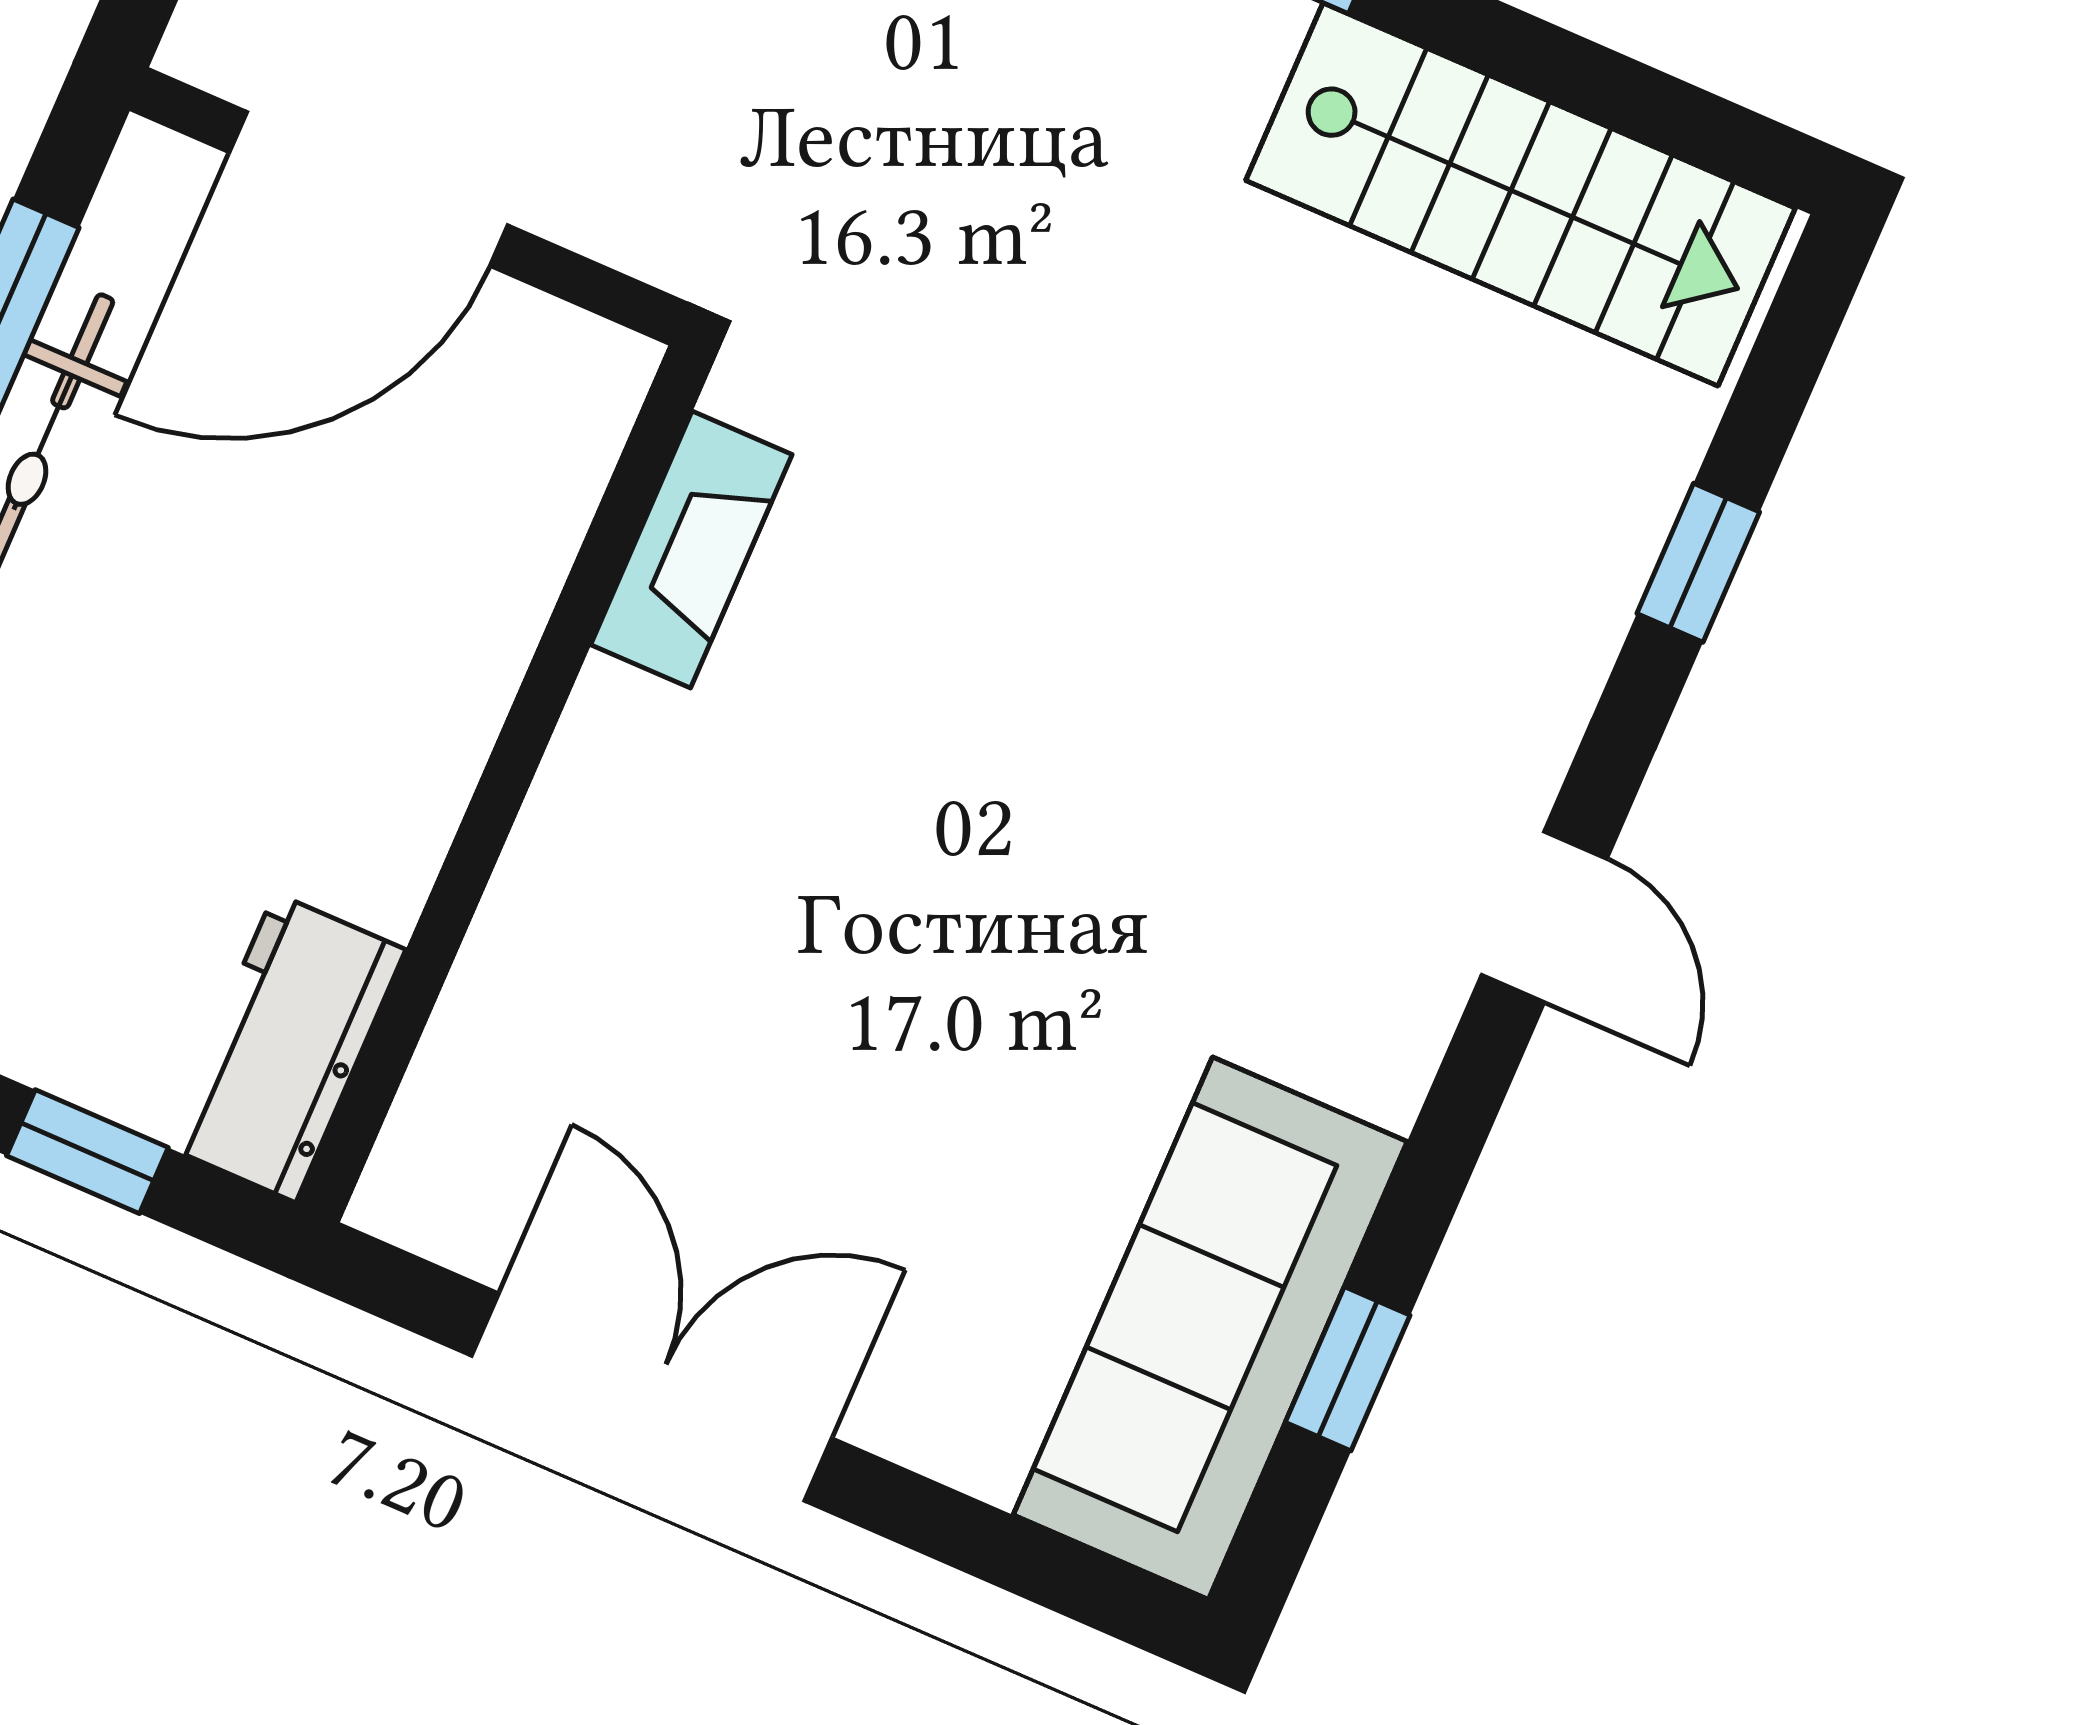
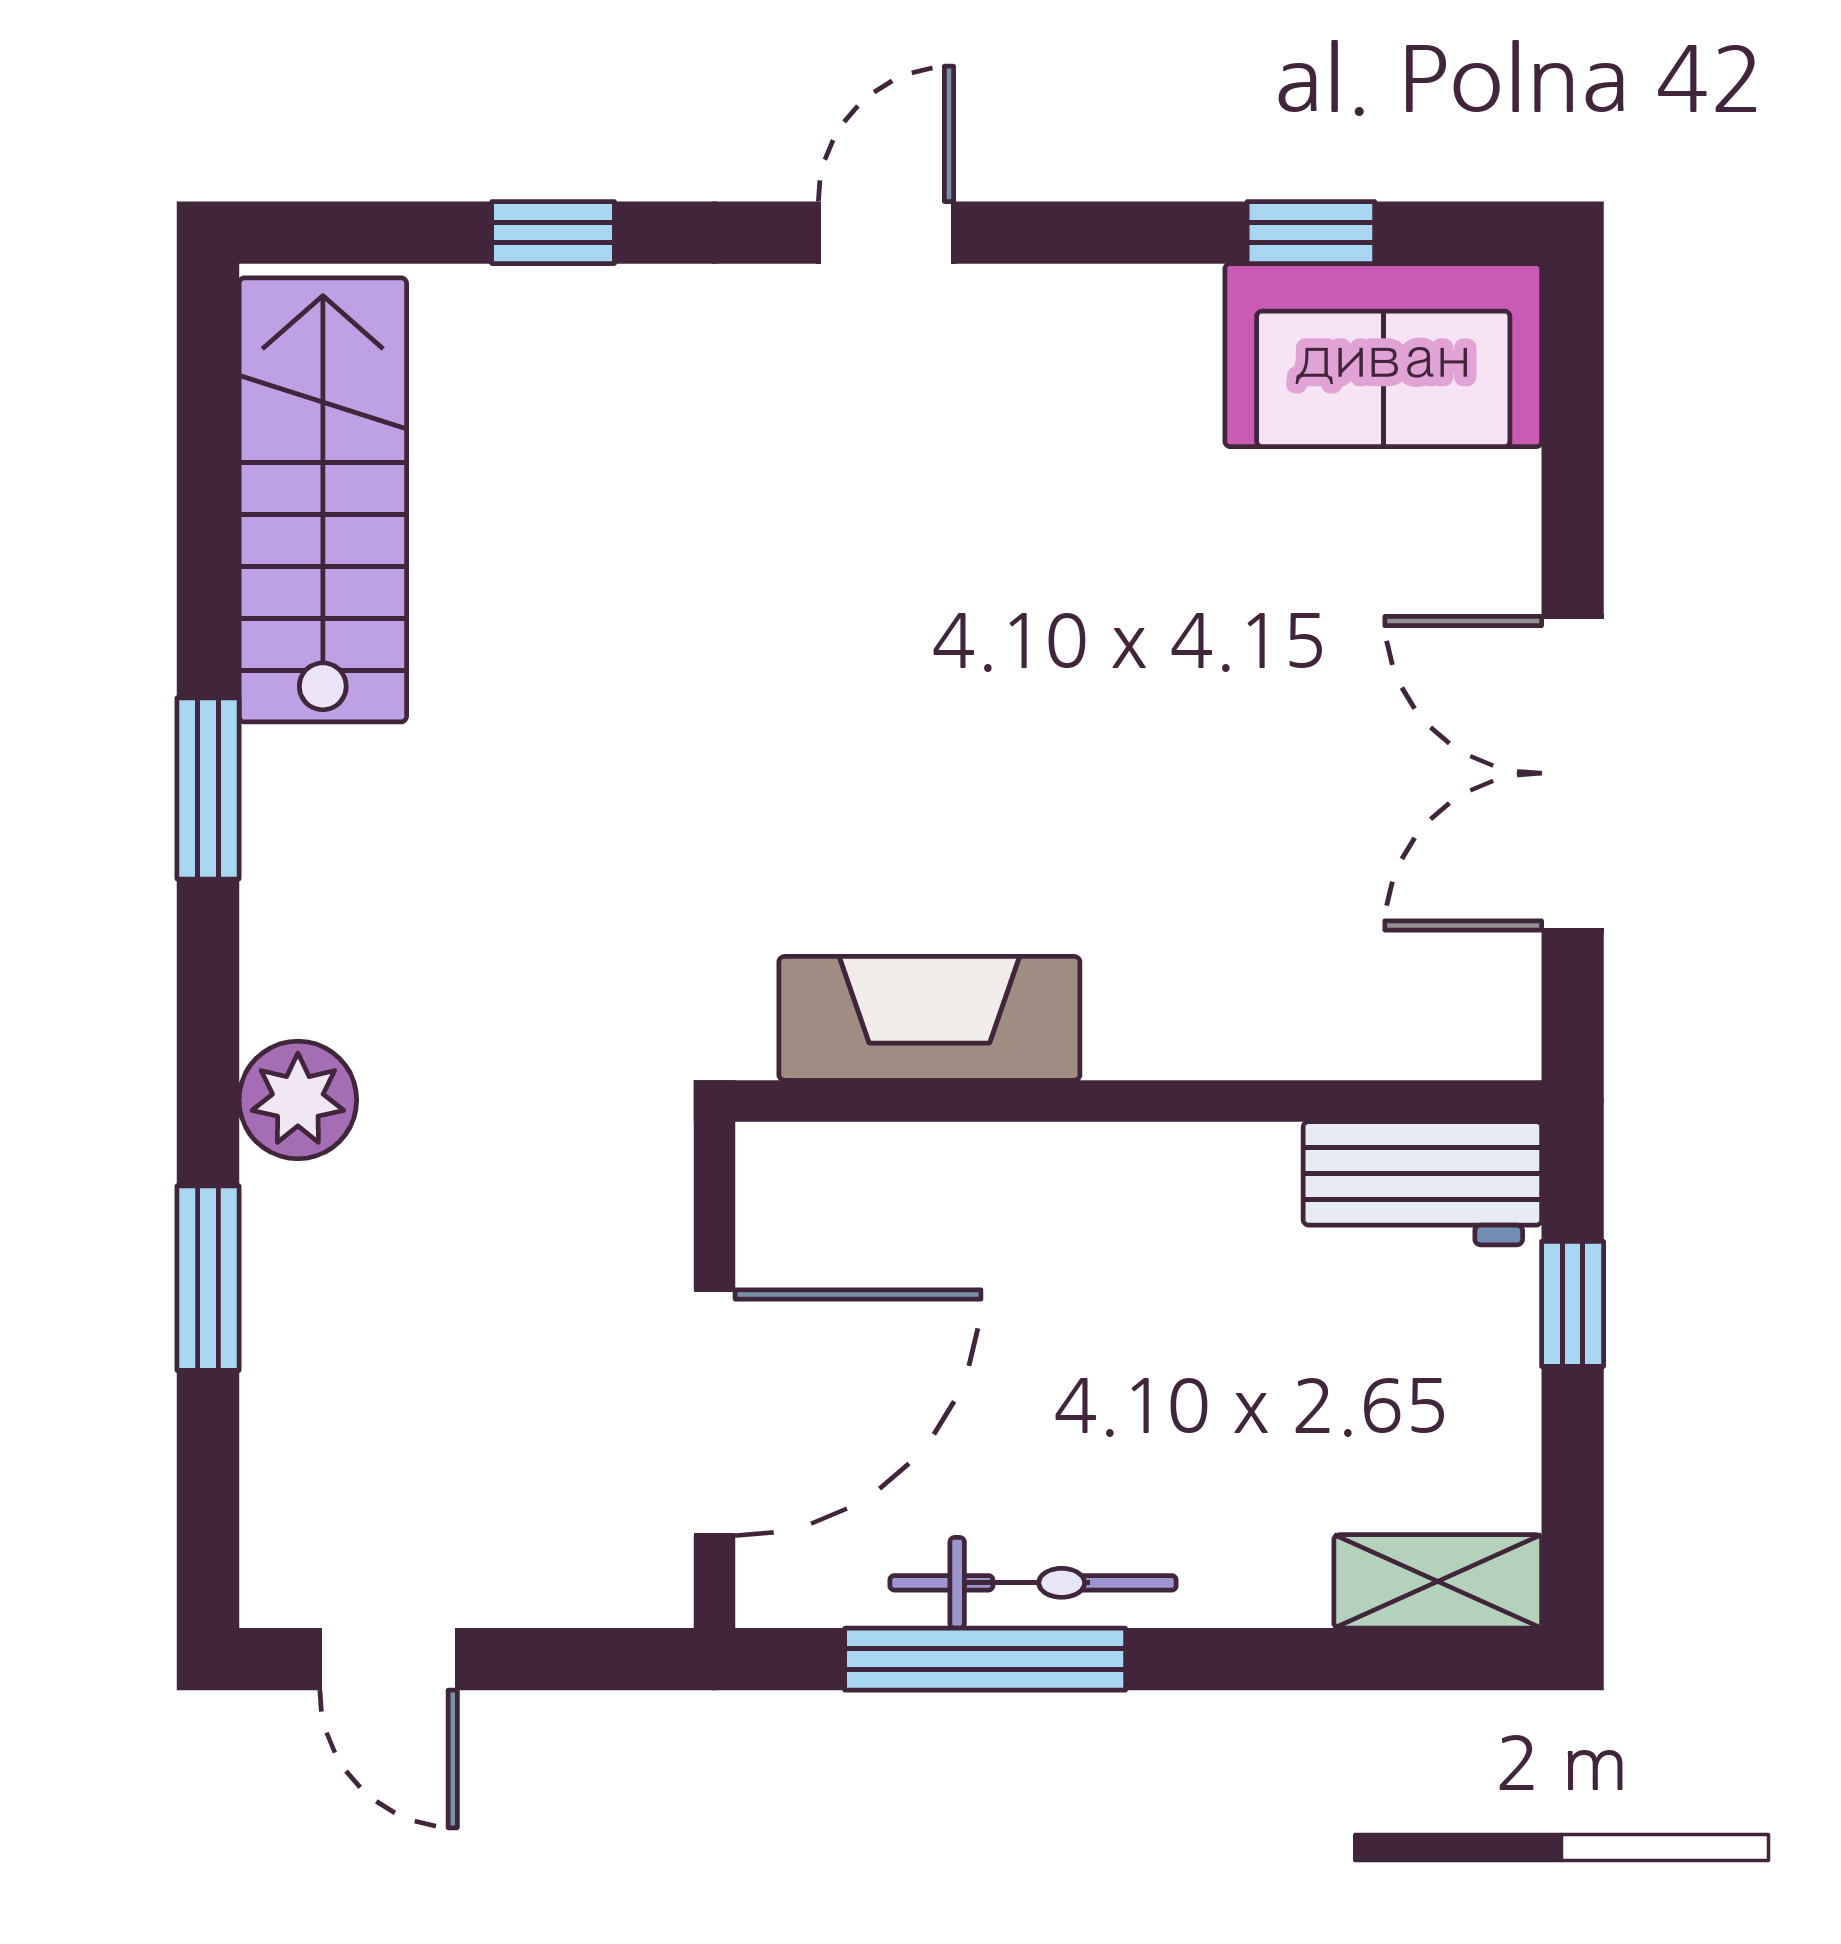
door: (368, 189) -> (715, 1413), hinge flipped
fireplace: (691, 550) -> (929, 1018), width x1.37, depth x1.32
sofa: (1210, 1328) -> (1383, 355), width x0.73

